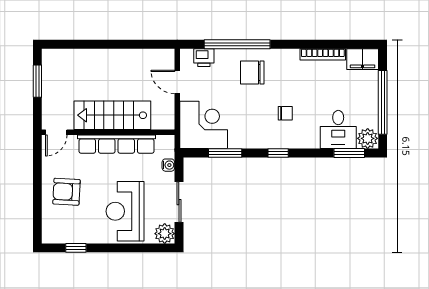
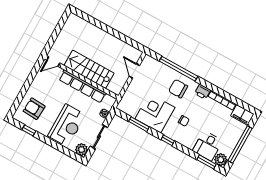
printer: (204, 58) -> (203, 92), moved
window: (37, 81) -> (59, 28), removed
corner desk: (204, 125) -> (155, 113), moved, turned -90
armchair: (66, 192) -> (34, 109), moved
reception desk: (125, 211) -> (67, 125), turned 180

